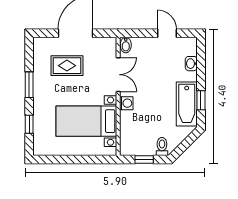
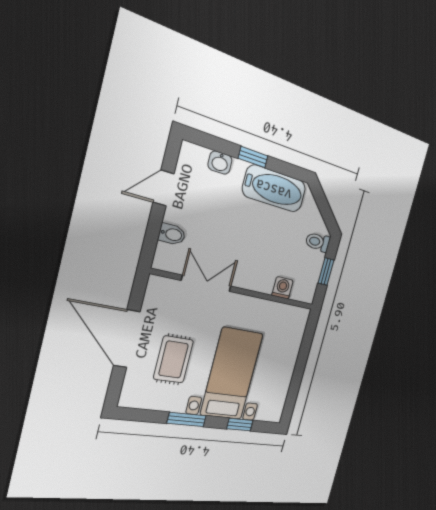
bidet: (126, 45) -> (172, 234), moved
window: (201, 100) -> (253, 157), moved
washing machine: (126, 103) -> (283, 288), moved
bed with nightstands: (86, 121) -> (232, 374), moved, turned 180

